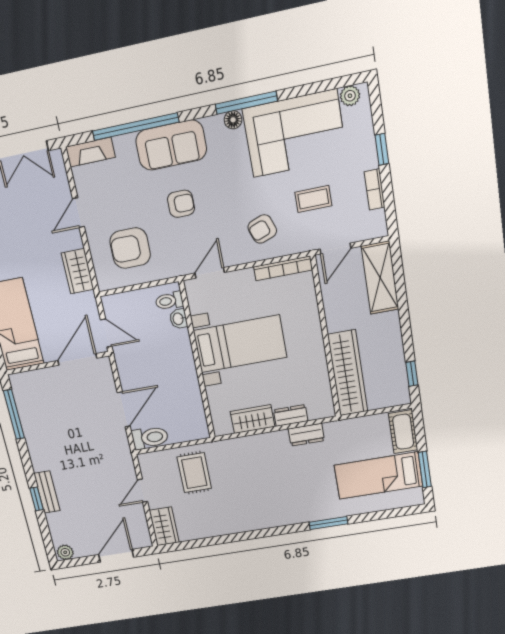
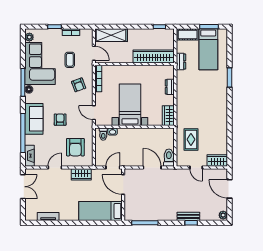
door: (78, 213) -> (55, 167), swing flipped
wardrobe: (253, 419) -> (168, 116), moved
dresser: (306, 435) -> (181, 62), moved
rug: (194, 473) -> (191, 139), turned 90

